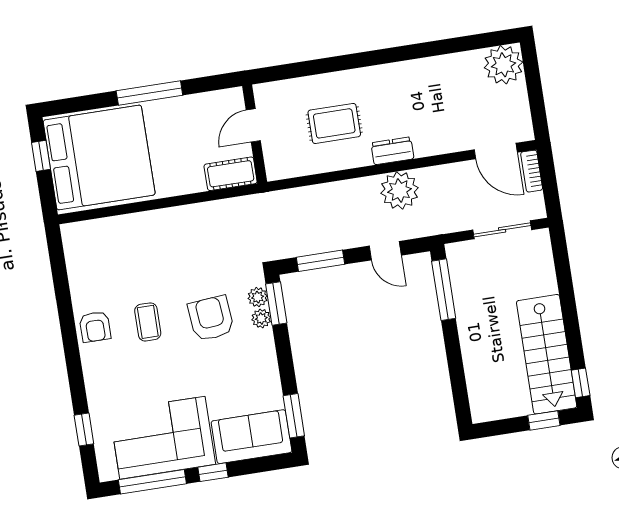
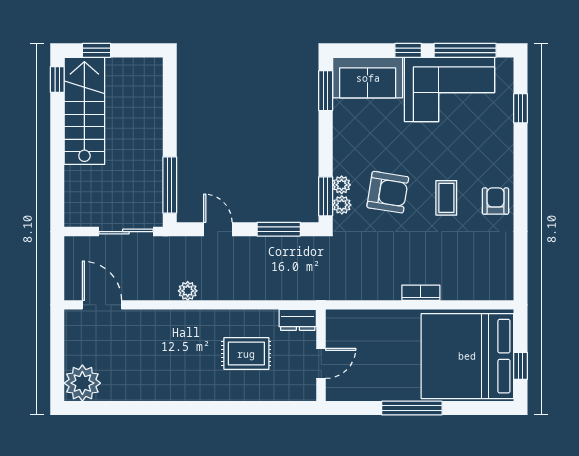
dresser: (392, 151) -> (298, 320), moved
bookcase: (532, 171) -> (421, 293), moved, turned -90
cot: (231, 174) -> (349, 322), removed
plant: (400, 190) -> (188, 291), width x0.53, depth x0.53
sliding door: (502, 230) -> (126, 232), moved
armchair: (211, 318) -> (388, 192), turned -76

